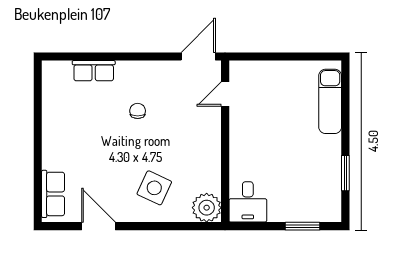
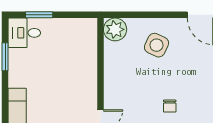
desk: (248, 202) -> (24, 33), moved, turned -90

